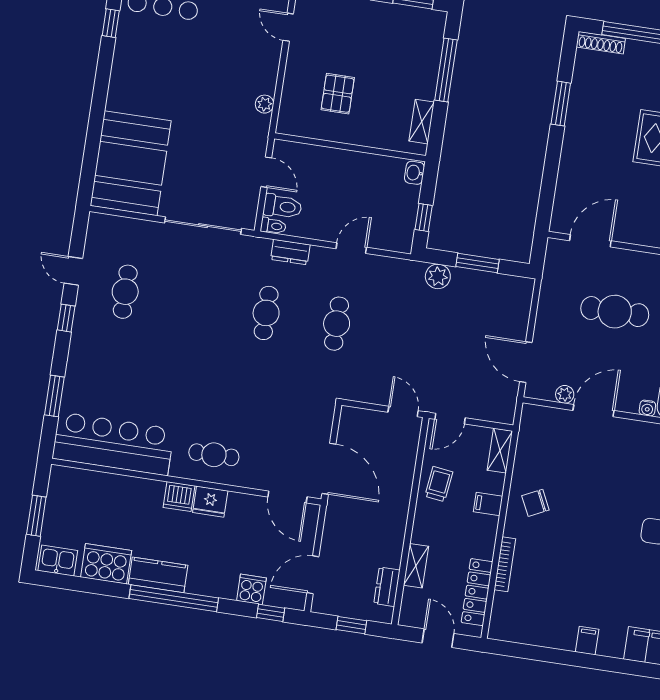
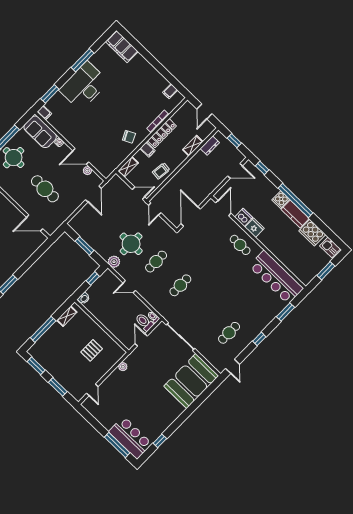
dresser: (290, 252) -> (154, 302), removed
door: (73, 271) -> (233, 366), moved
plant: (438, 276) -> (114, 262), moved
round table: (401, 323) -> (131, 244), added
door: (329, 469) -> (191, 216), moved
dishwasher: (179, 497) -> (244, 217), moved
cooker: (251, 589) -> (281, 200), moved
locker: (477, 592) -> (162, 133), moved
filing cabinet: (587, 641) -> (170, 91), moved

